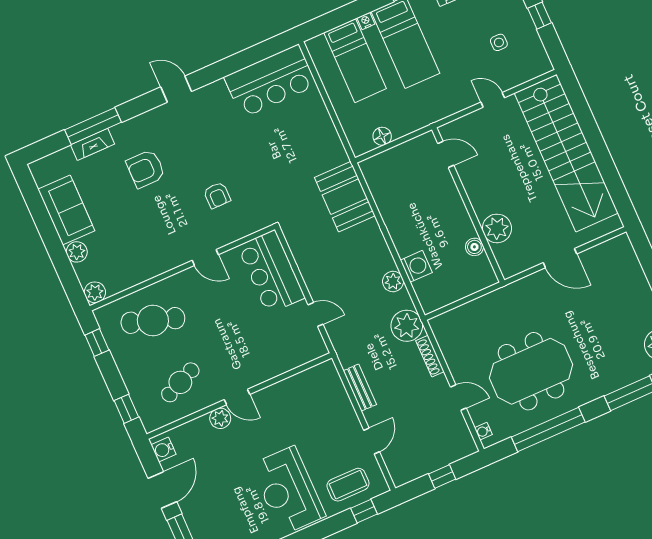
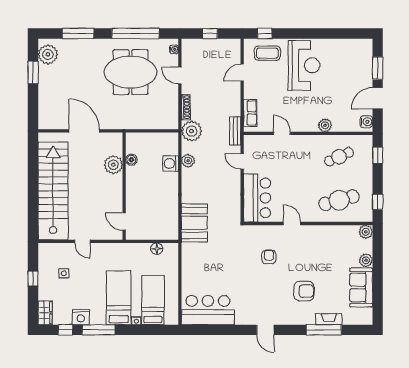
door: (560, 258) -> (84, 131), width x1.36
cafe table: (153, 320) -> (339, 200), turned -33
bench: (360, 388) -> (235, 131), moved
row of seats: (335, 389) -> (250, 113), added
door: (237, 397) -> (282, 133), moved

